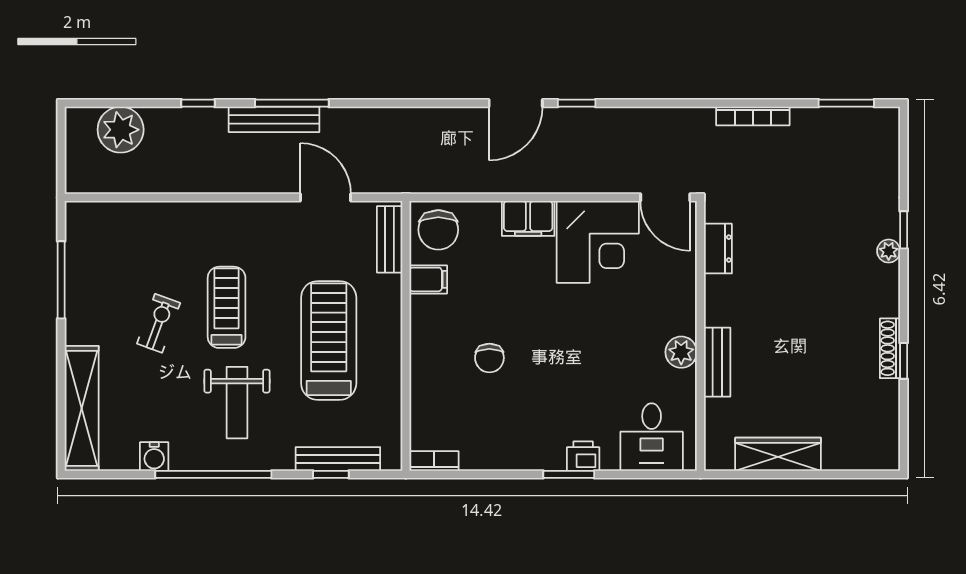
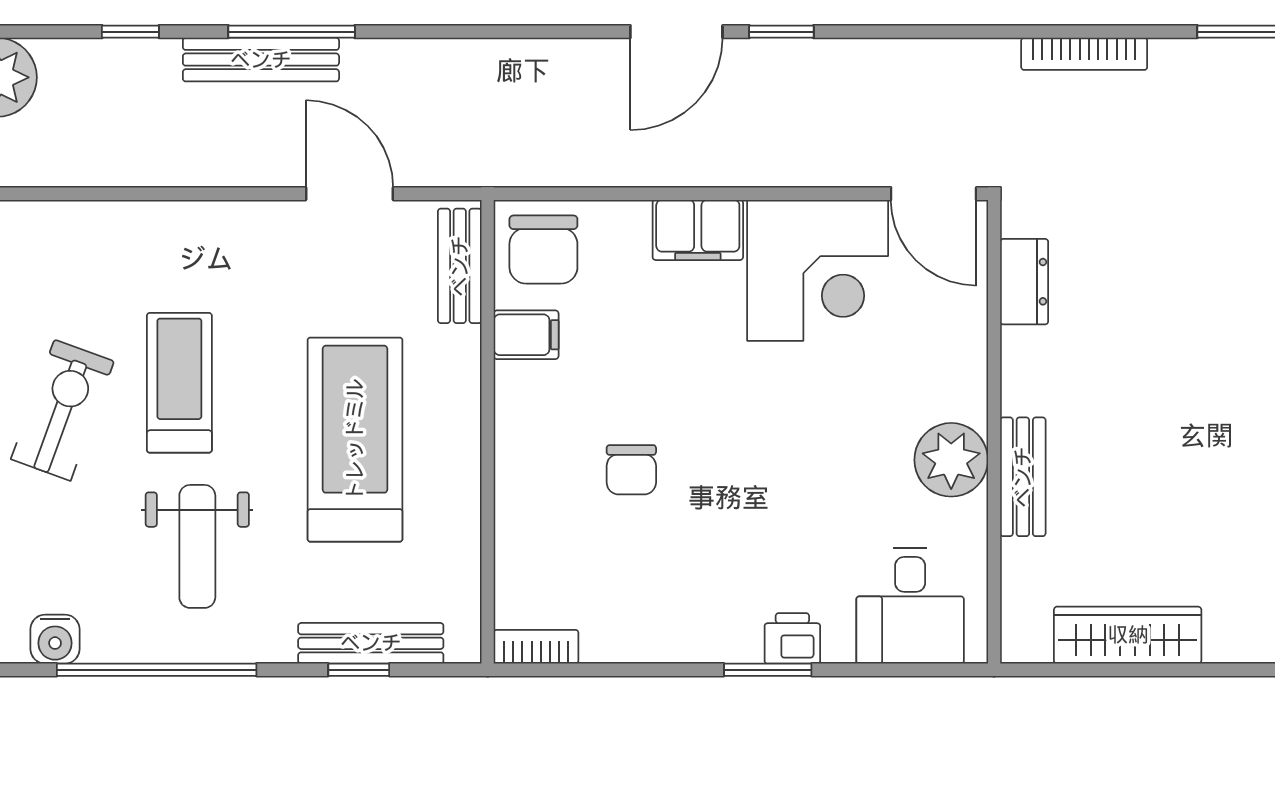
exercise bike: (159, 323) -> (62, 410), width x1.38, depth x1.39
plant: (681, 352) -> (951, 460), width x1.36, depth x1.36

